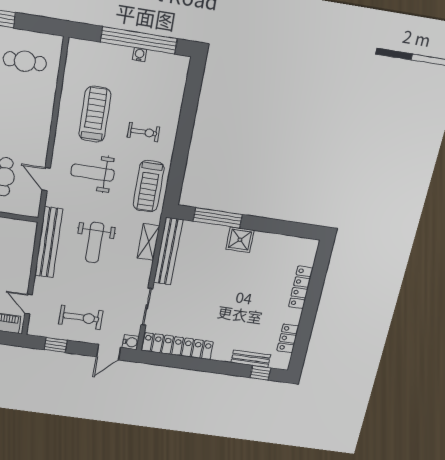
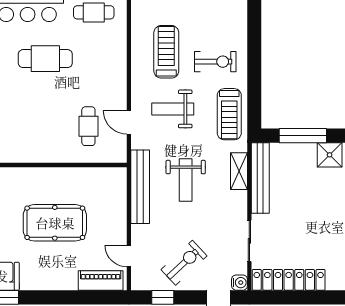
exercise bike: (144, 132) -> (215, 62), width x1.38, depth x1.39
exercise bike: (81, 317) -> (184, 263), turned -43

